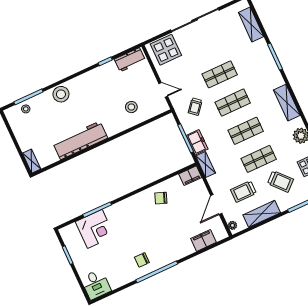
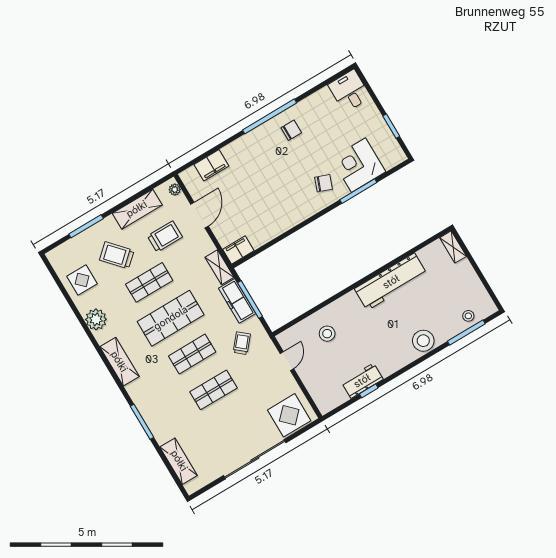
workbench: (130, 60) -> (362, 381), moved
door: (163, 90) -> (287, 361), swing flipped
shop shelf: (246, 131) -> (171, 318), width x1.43, depth x1.36
freezer: (197, 142) -> (237, 301), width x1.40
chair: (161, 198) -> (323, 183), moved

